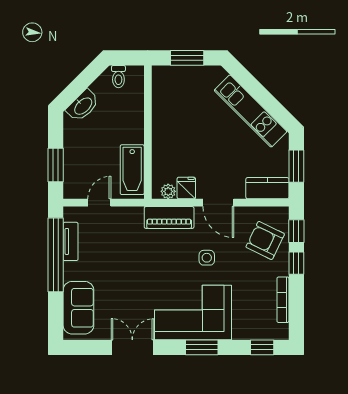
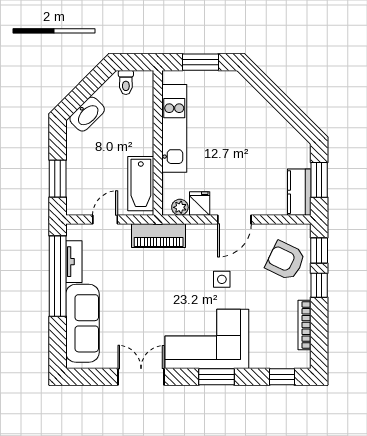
kitchen unit: (251, 111) -> (174, 128), moved, turned -135
kitchen counter: (267, 188) -> (299, 192), moved, turned -90
door: (218, 203) -> (234, 219), hinge flipped
piano: (169, 217) -> (159, 236), moved
sofa: (78, 308) -> (82, 323), width x1.36

